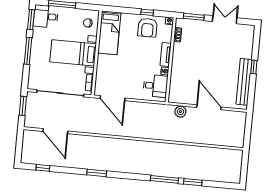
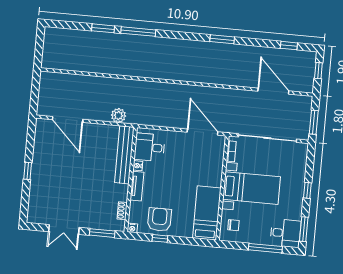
window: (28, 51) -> (307, 190), width x0.46
bench: (244, 82) -> (124, 155), moved
door: (209, 107) -> (68, 120), moved
window: (19, 148) -> (318, 71), added

